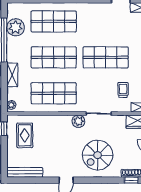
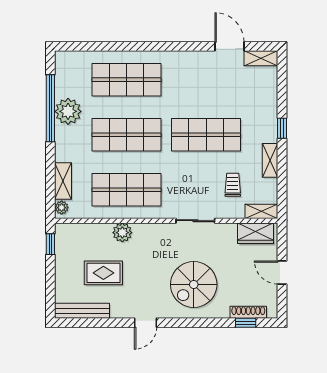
plant: (16, 27) -> (68, 111), moved
shelving: (12, 75) -> (63, 181), moved
plant: (78, 121) -> (122, 233), moved
rug: (25, 135) -> (103, 273), moved, turned 90

